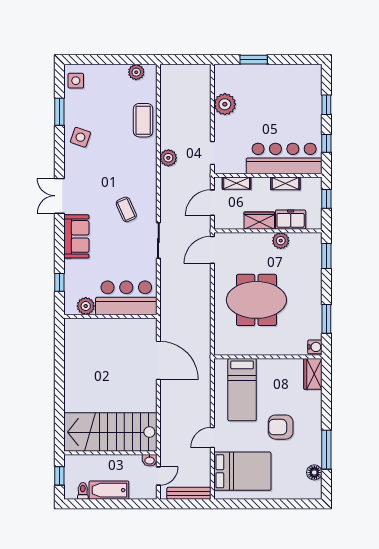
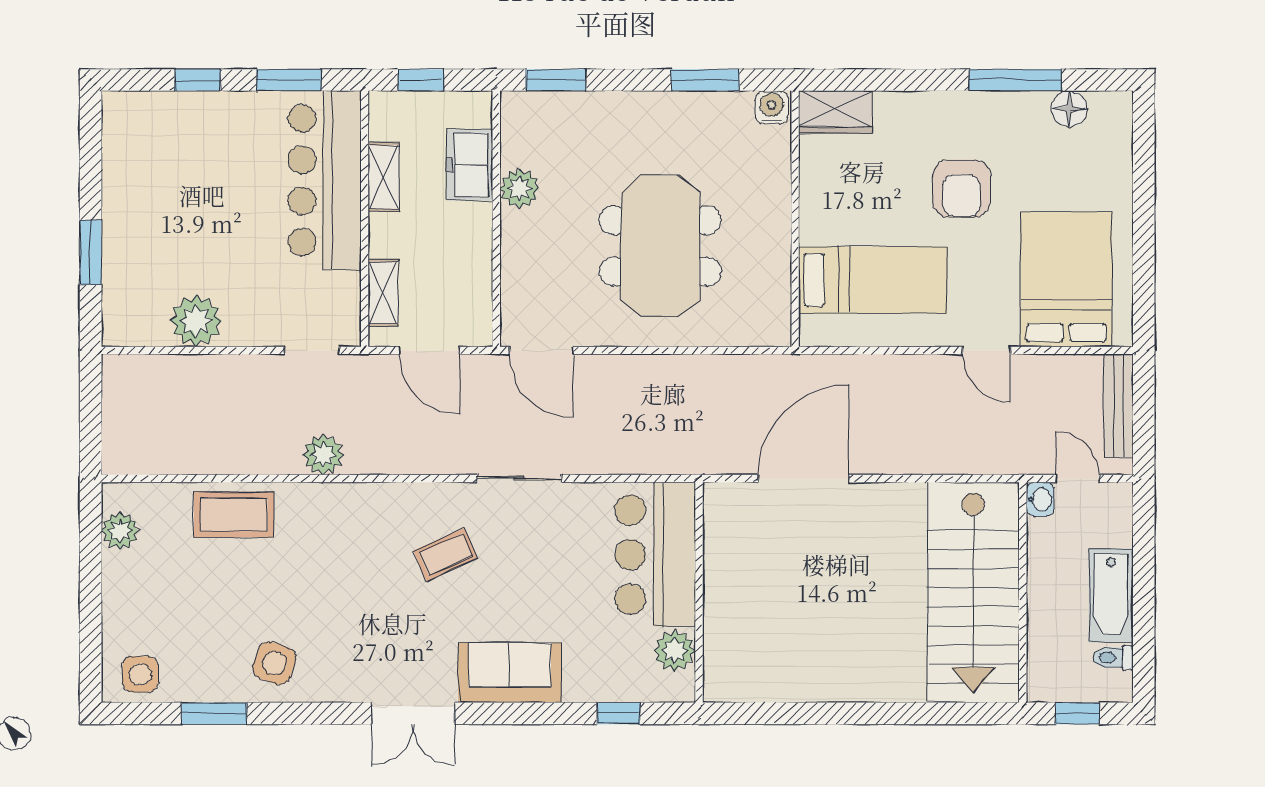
window: (326, 143) -> (289, 80), width x1.50
wardrobe: (259, 221) -> (472, 239), removed

